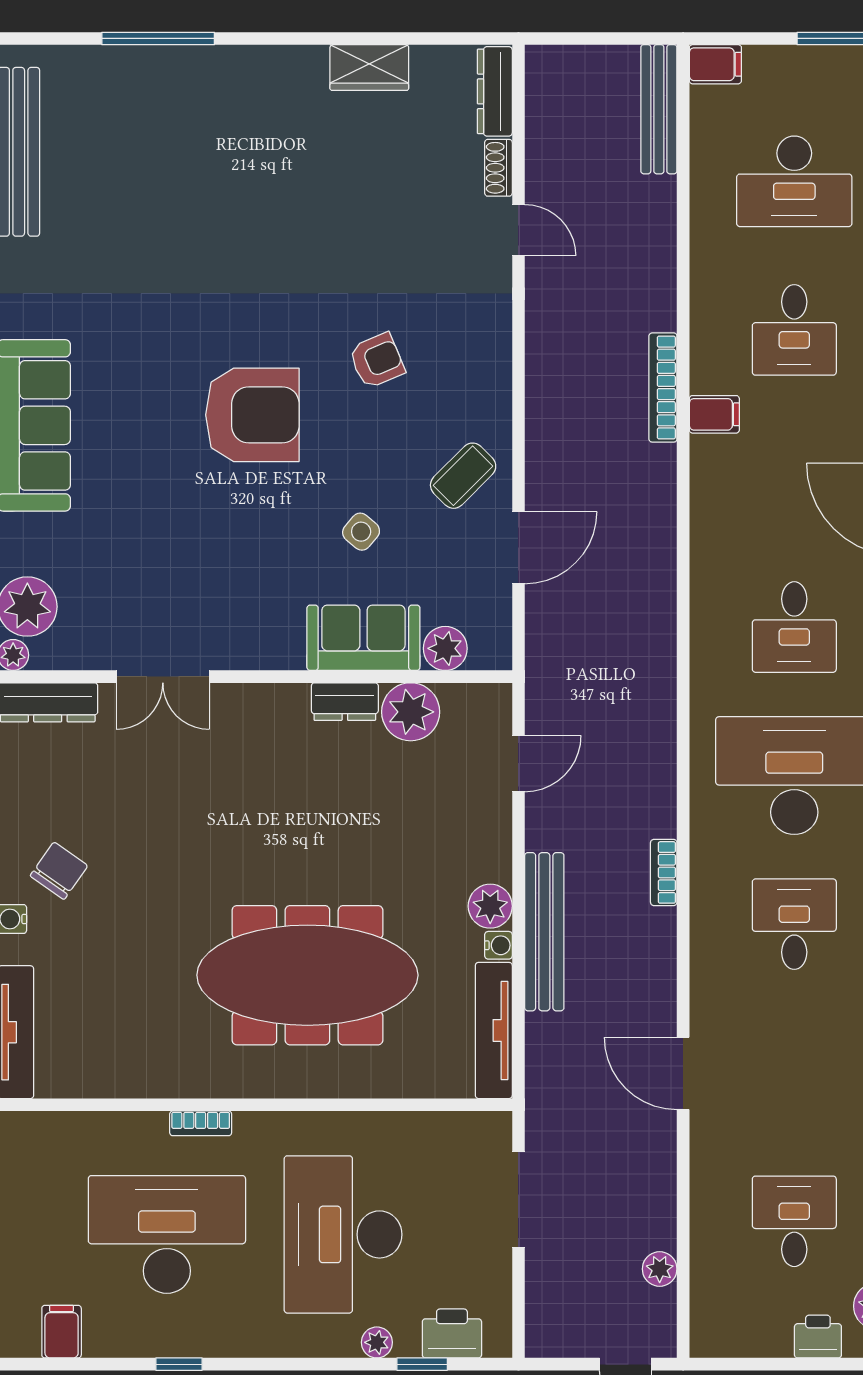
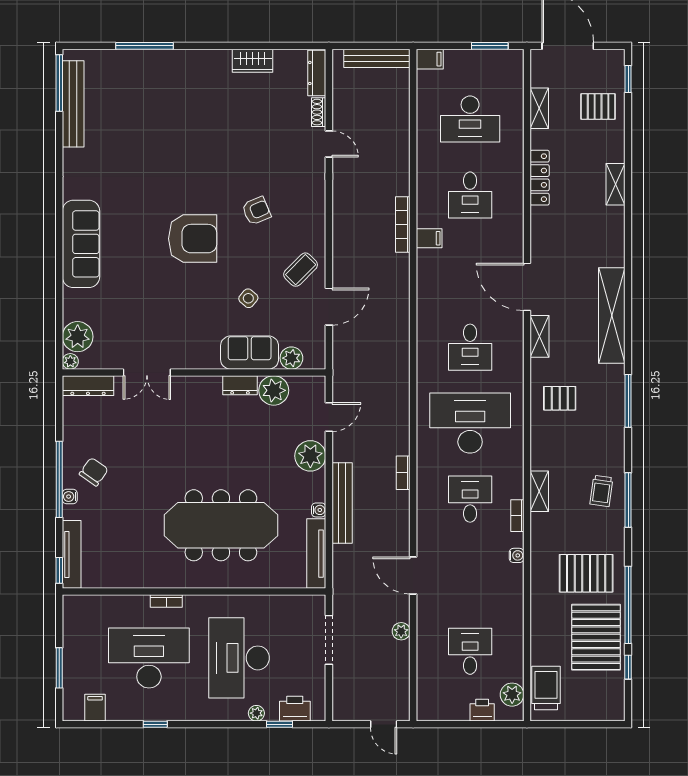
bench: (659, 109) -> (377, 58), moved, turned 90
plant: (490, 906) -> (310, 456), moved, width x1.36, depth x1.36
plant: (660, 1269) -> (401, 631), moved

